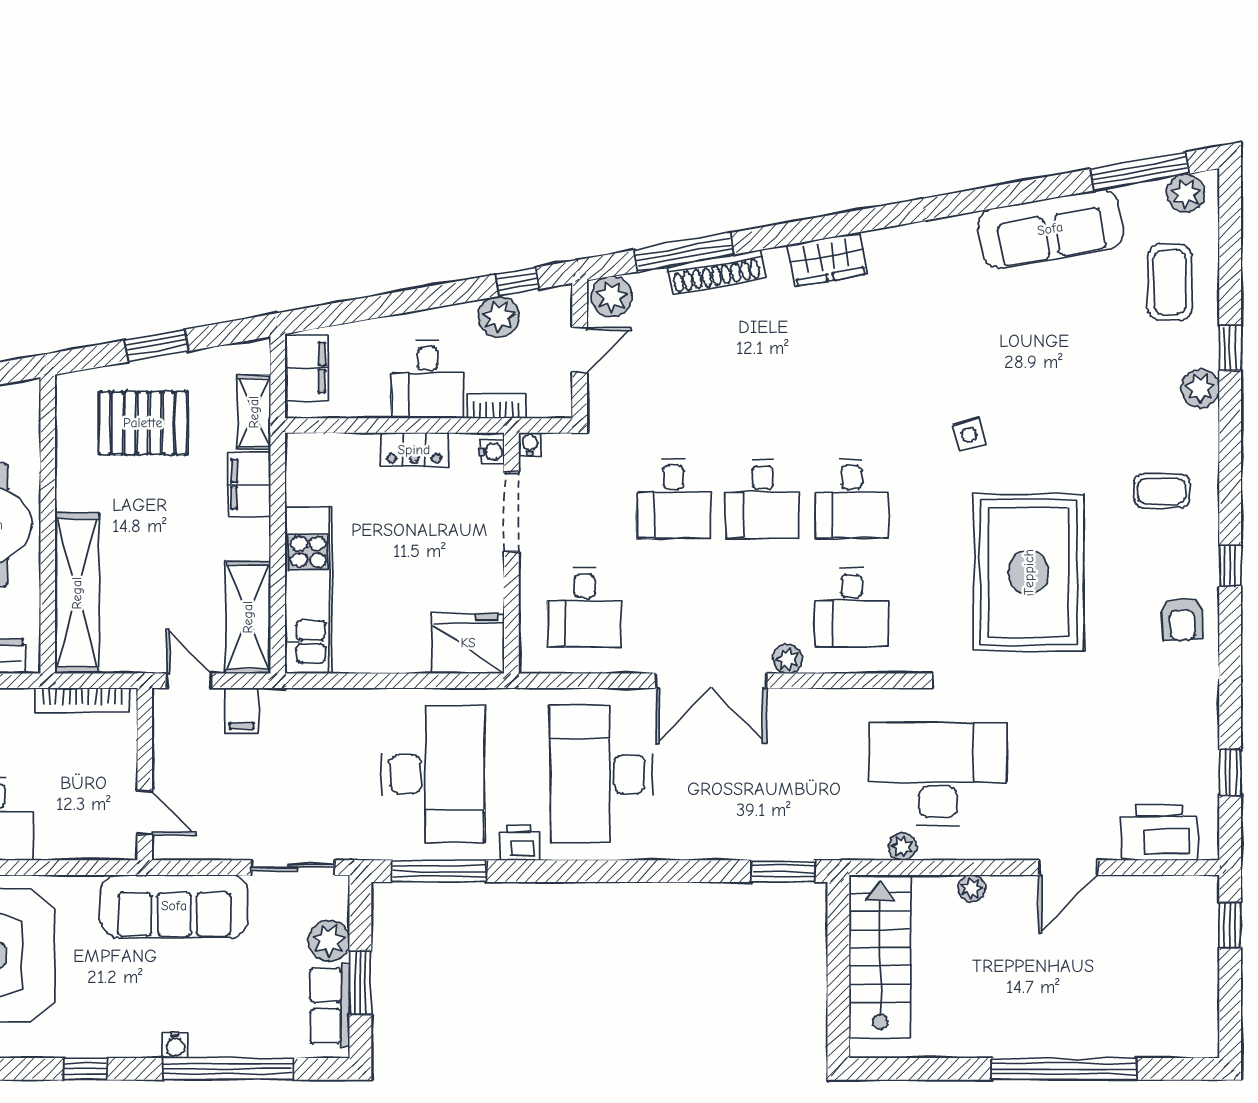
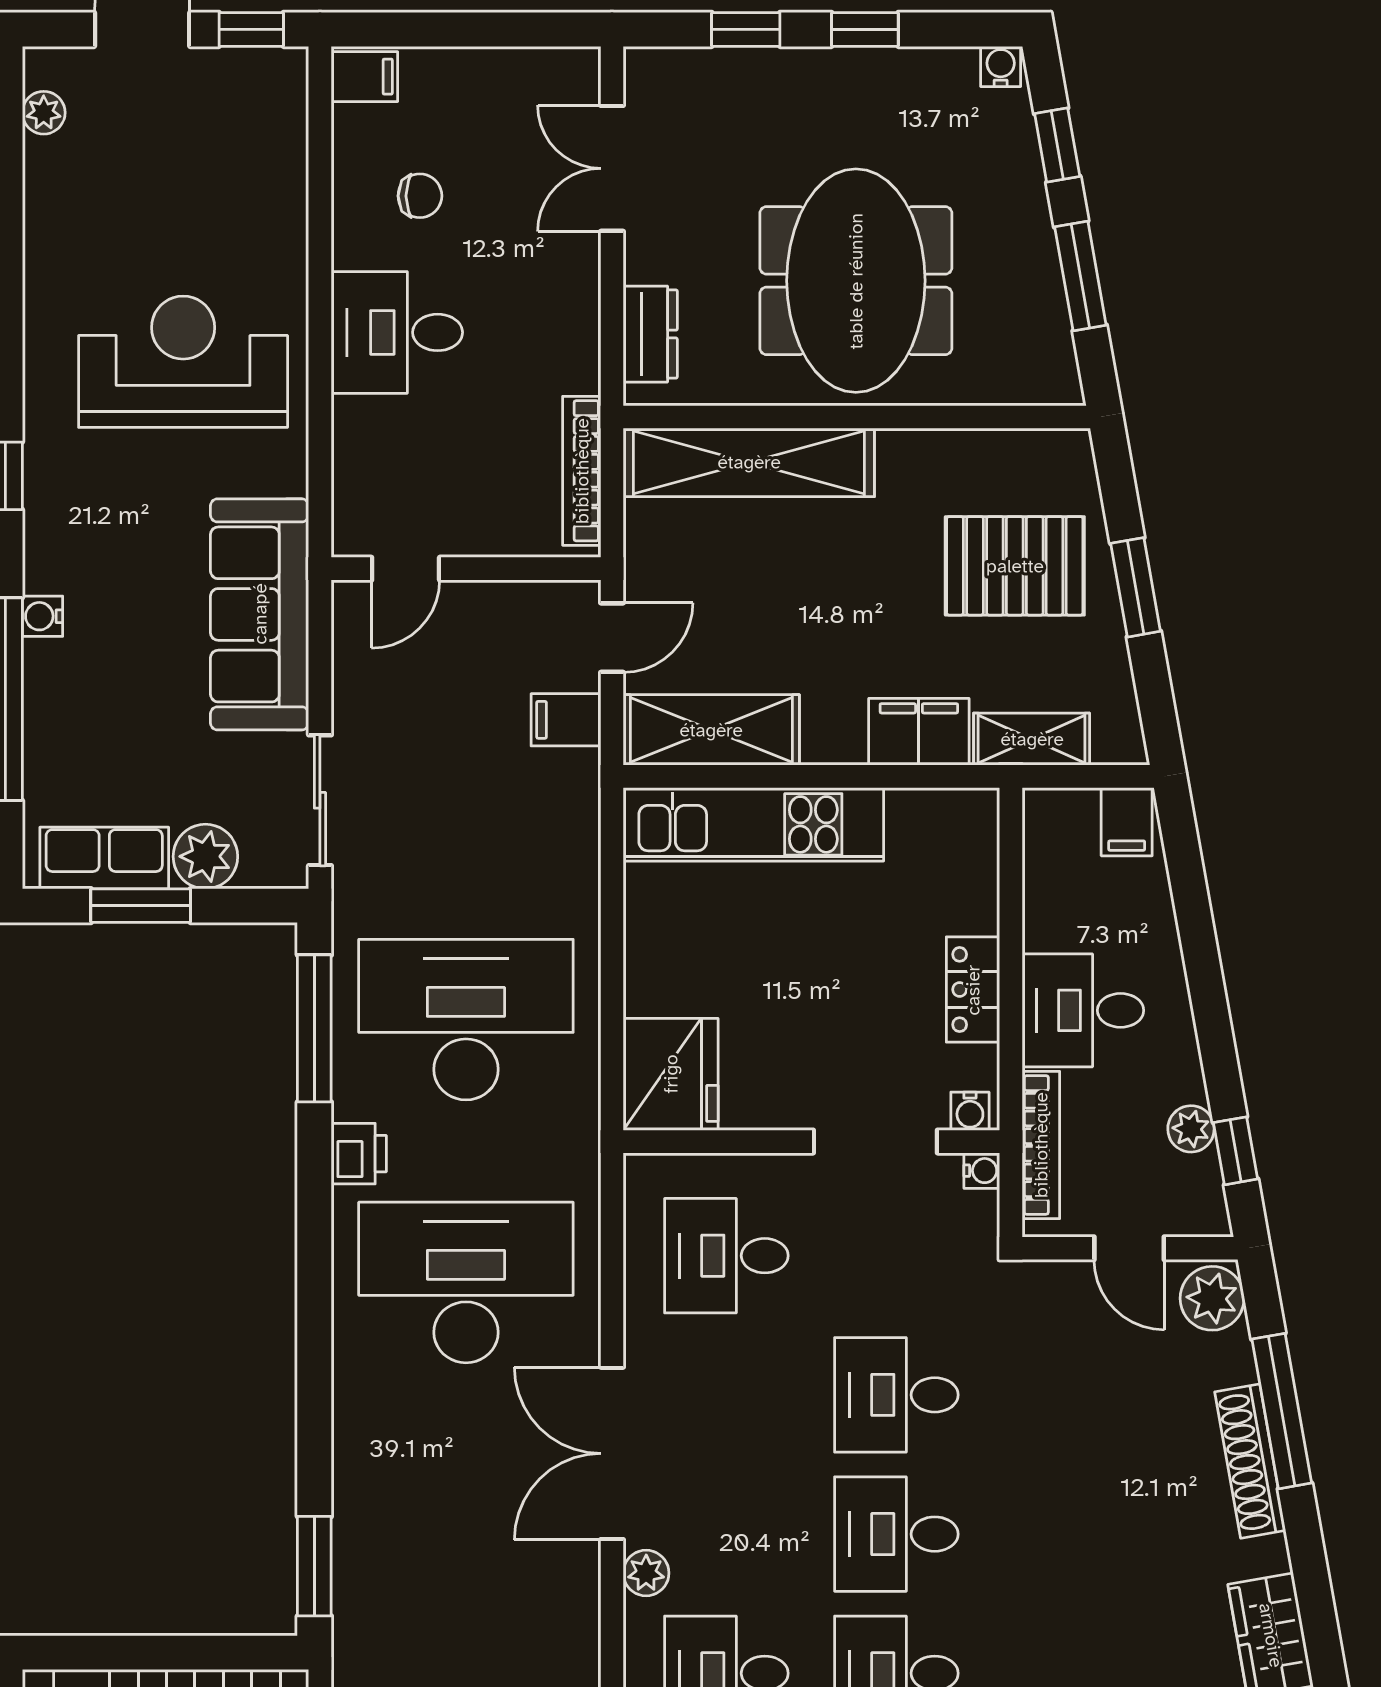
plant: (499, 317) -> (1191, 1129), width x0.73, depth x0.73
filing cabinet: (307, 368) -> (1127, 822), width x0.50
bookcase: (497, 406) -> (1041, 1145), width x1.56
pallet: (143, 423) -> (1015, 566), turned 90
desk: (433, 774) -> (466, 1020), turned 180

